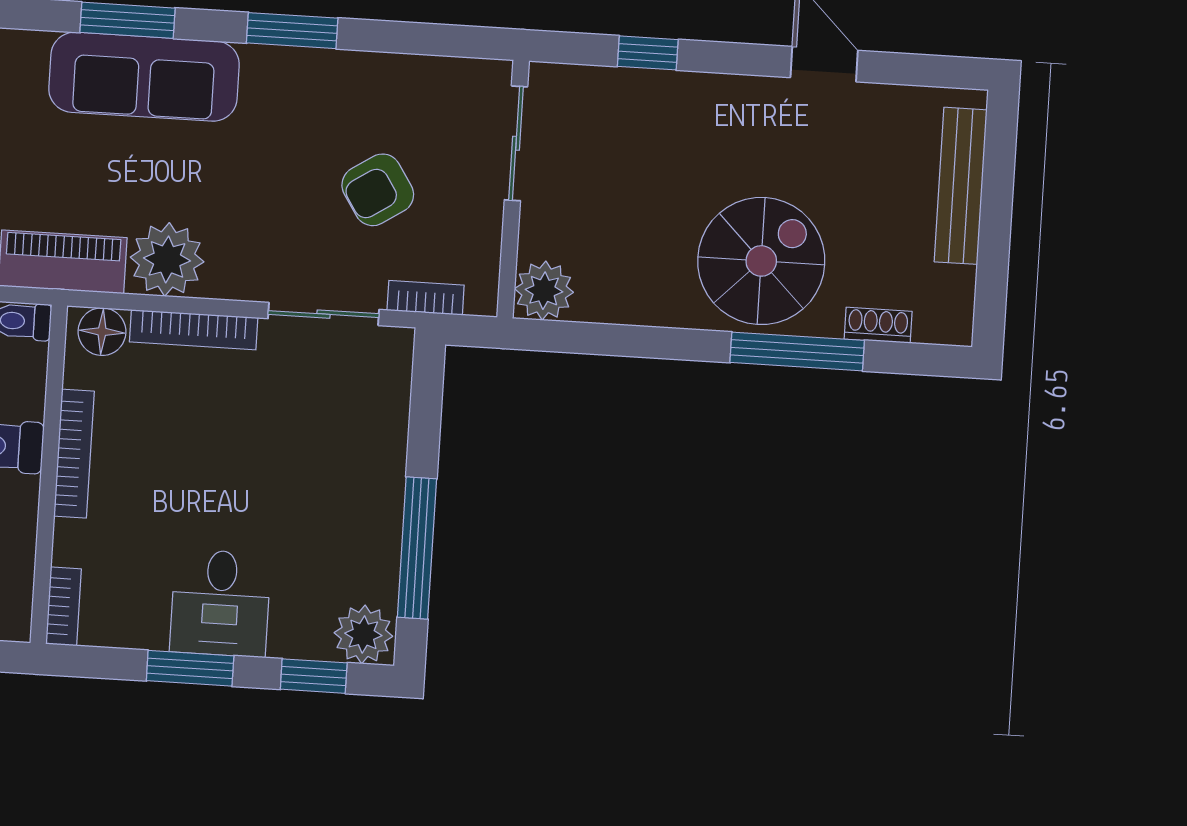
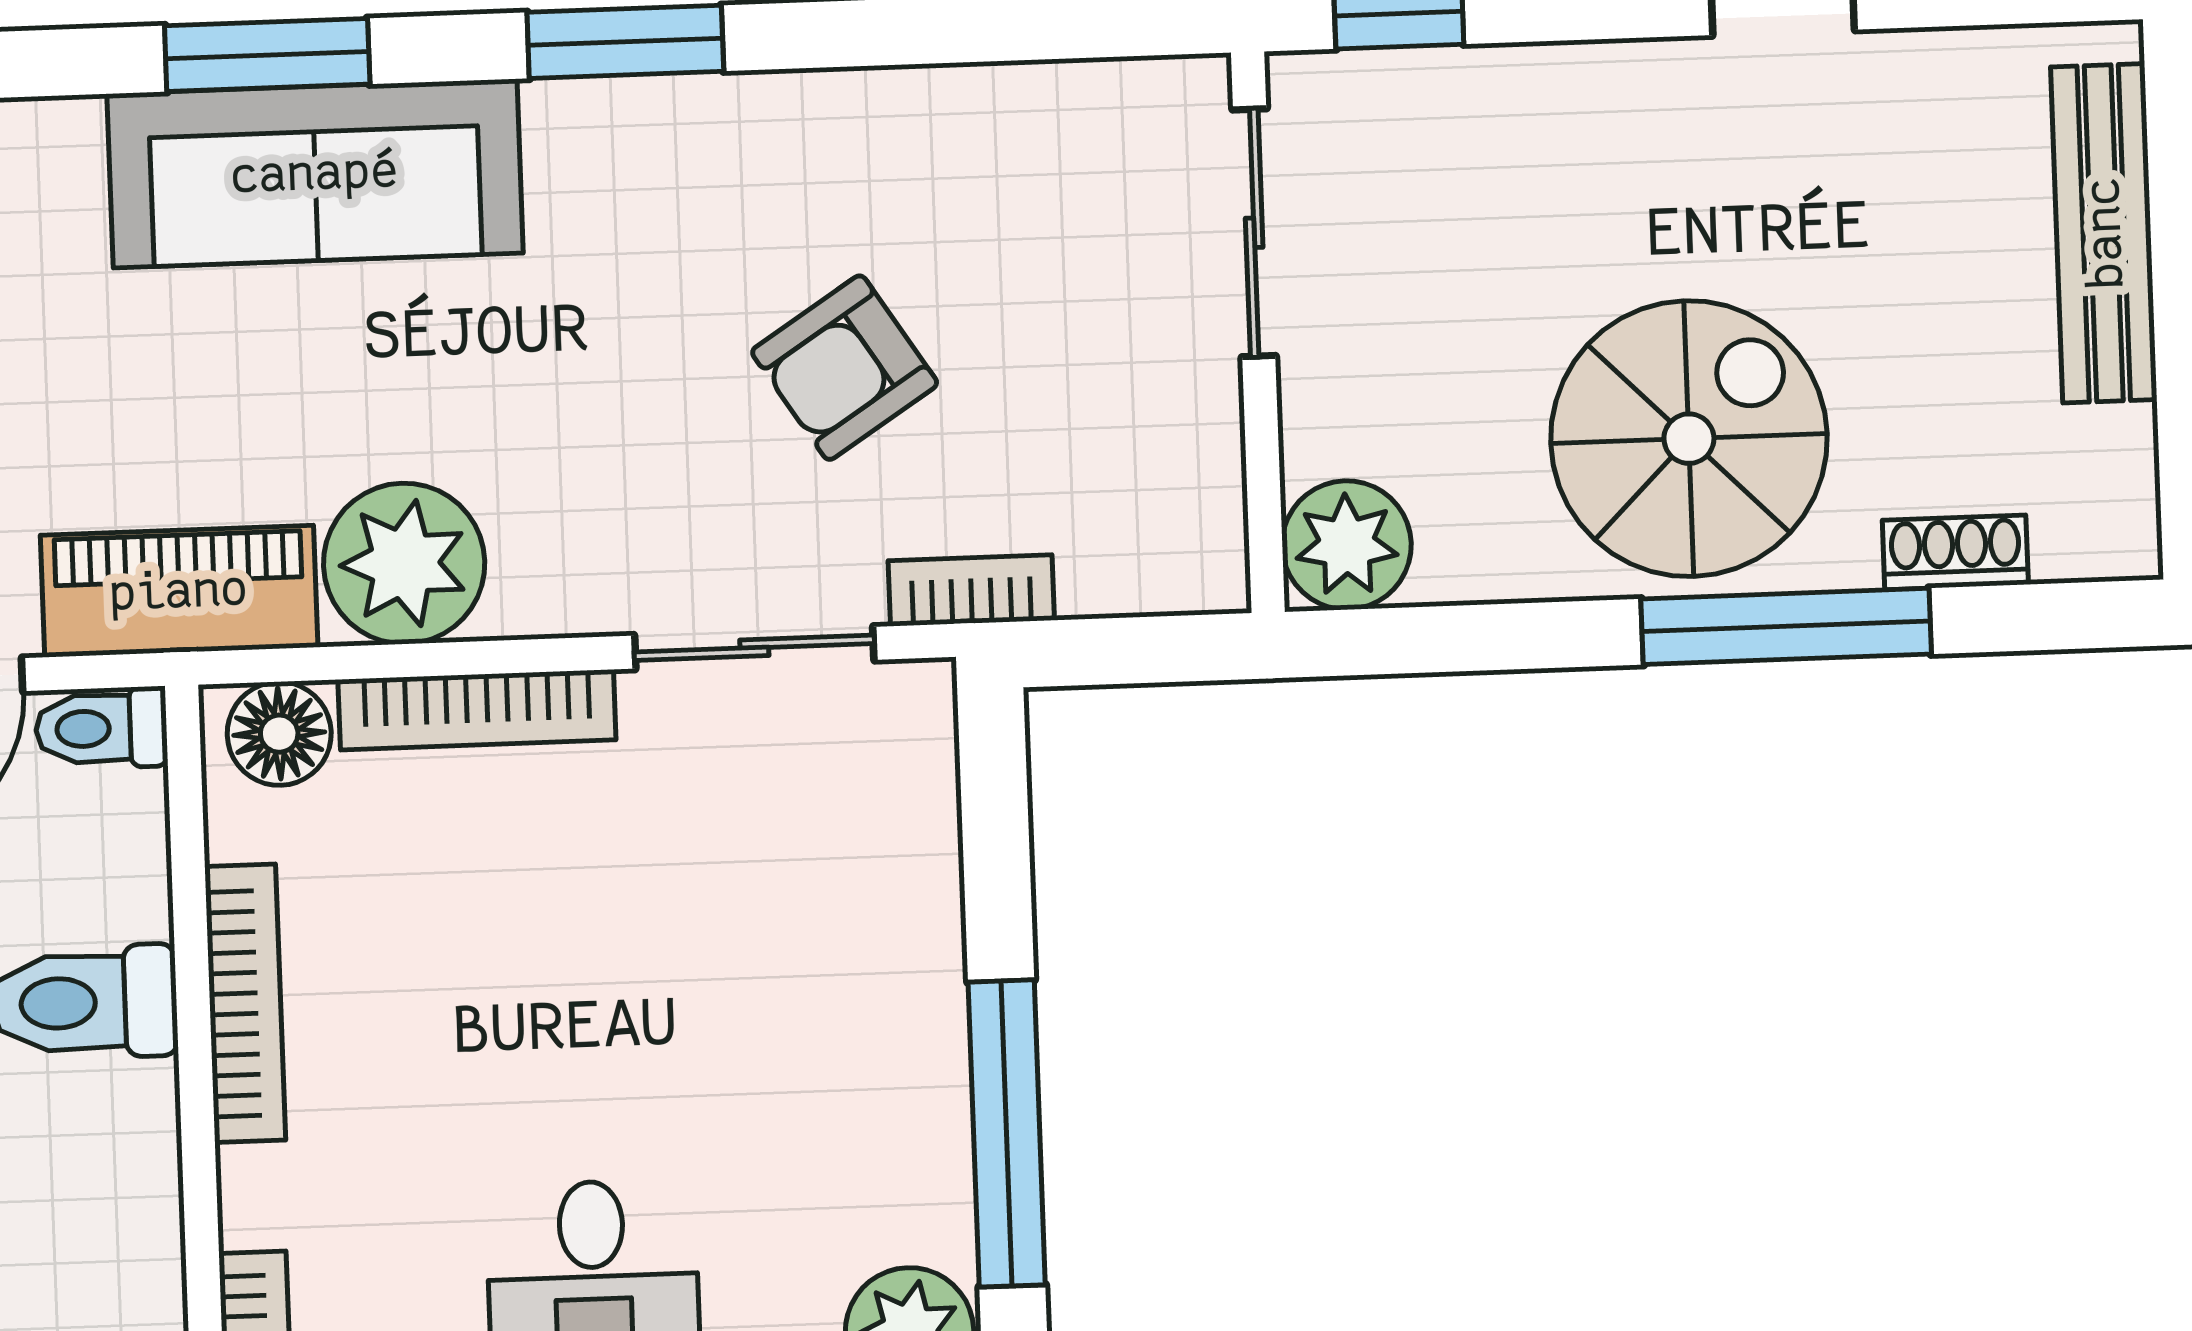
sliding door: (516, 143) -> (1254, 233), moved
wall: (513, 189) -> (1258, 332), moved
plant: (544, 291) -> (1347, 545), moved

